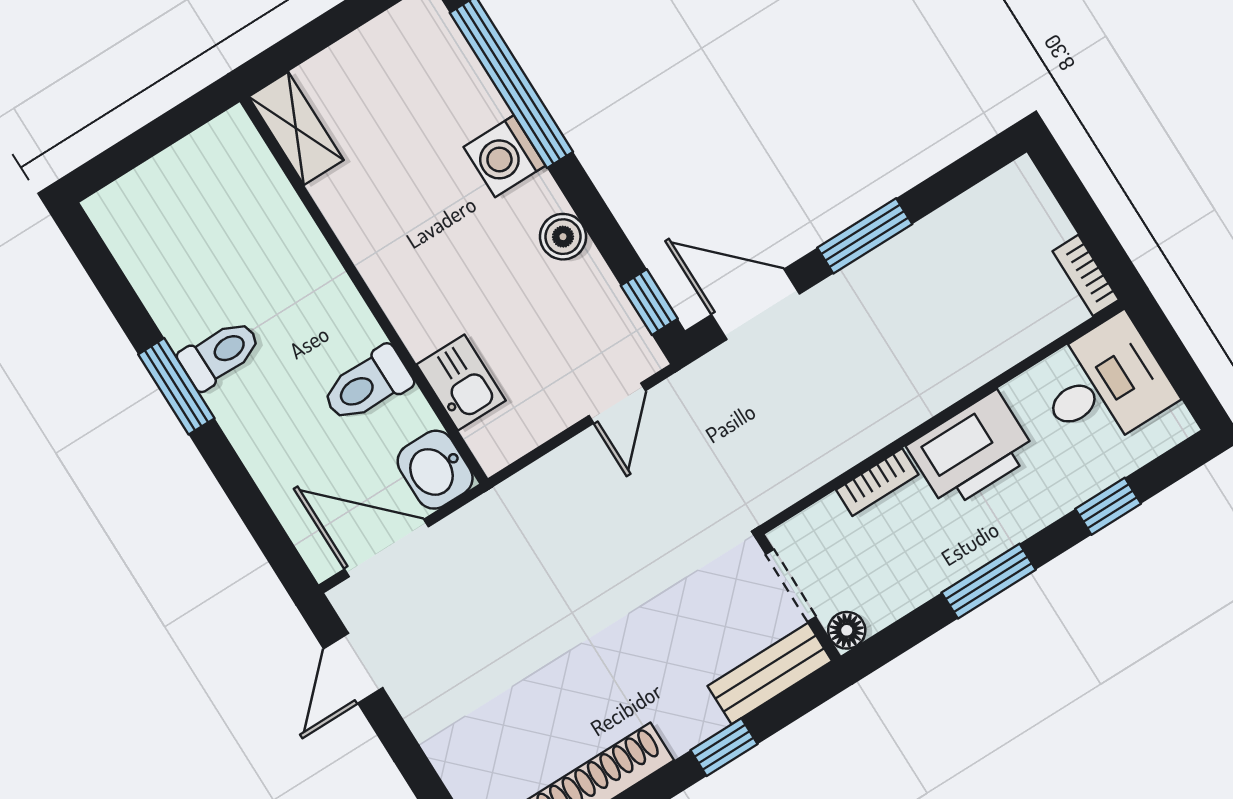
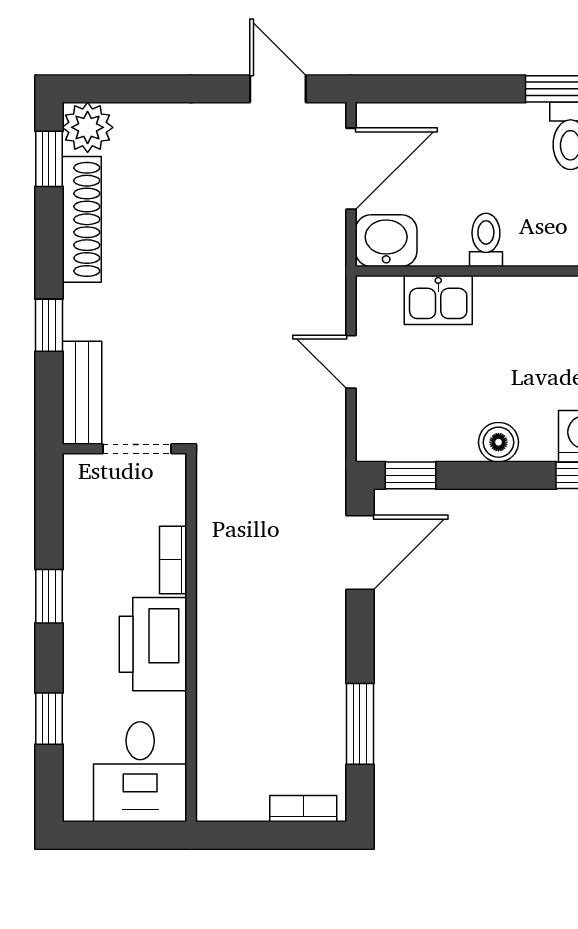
window: (865, 236) -> (360, 724), moved
bookcase: (1086, 275) -> (303, 809), moved
toilet: (367, 385) -> (486, 240), width x0.73, depth x0.72
door: (617, 403) -> (351, 362), moved
window: (989, 581) -> (49, 596), width x0.67
floor lamp: (847, 630) -> (78, 469), removed

